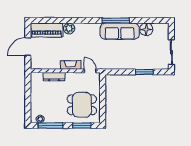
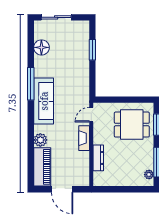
sofa: (120, 31) -> (44, 101), moved
sliding door: (171, 52) -> (56, 17), moved
dining table: (82, 105) -> (132, 125), turned 90

